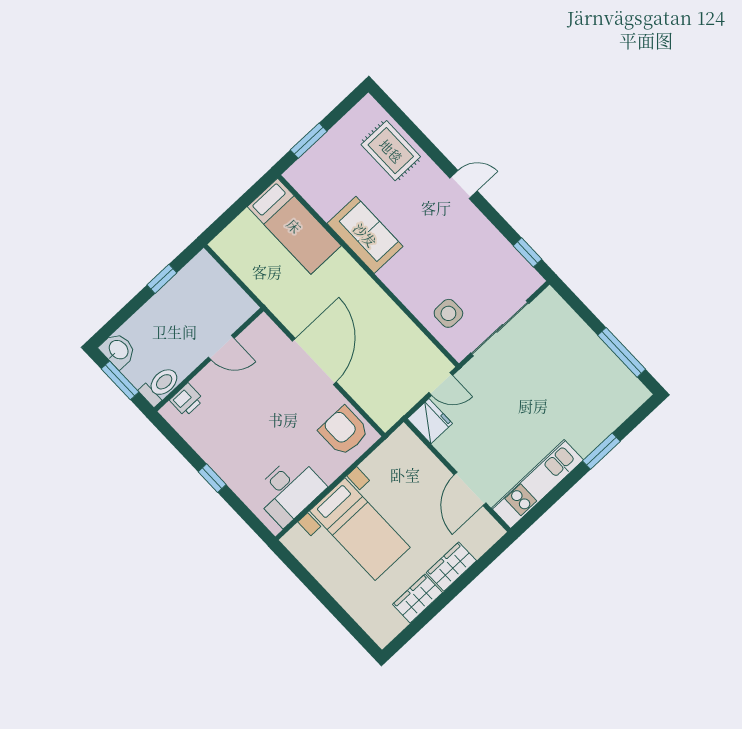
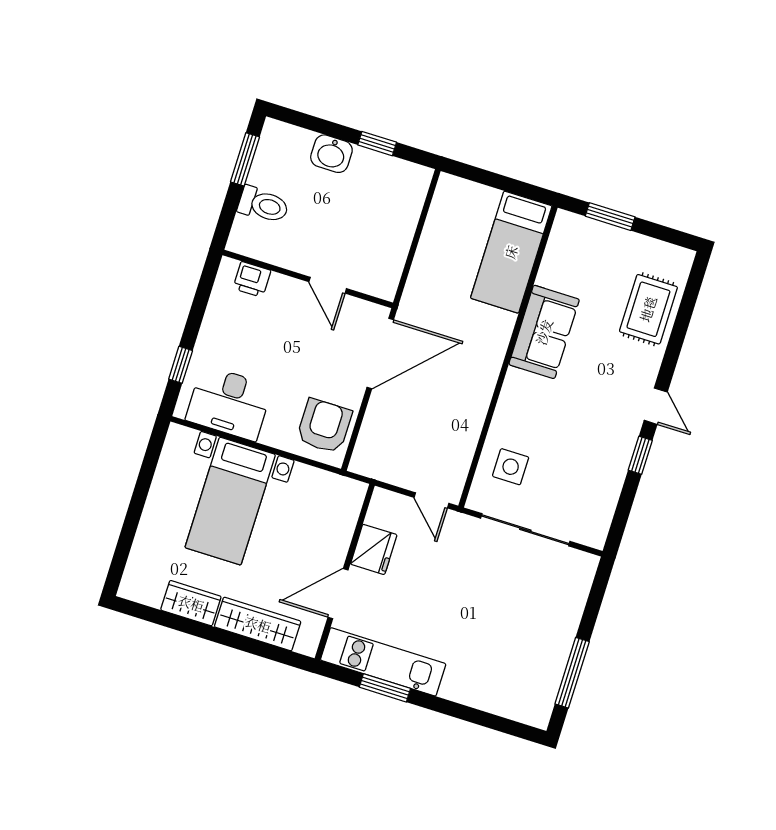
window: (527, 252) -> (640, 455), moved
door: (221, 348) -> (328, 285), moved
washbasin: (118, 350) -> (331, 154), moved, turned 90
wall: (209, 359) -> (308, 279), moved
printer: (187, 400) -> (252, 279), moved
fridge: (430, 421) -> (374, 549), moved
window: (601, 451) -> (385, 688), moved
window: (212, 478) -> (181, 365), moved
wardrobe: (451, 567) -> (258, 624), width x1.50

